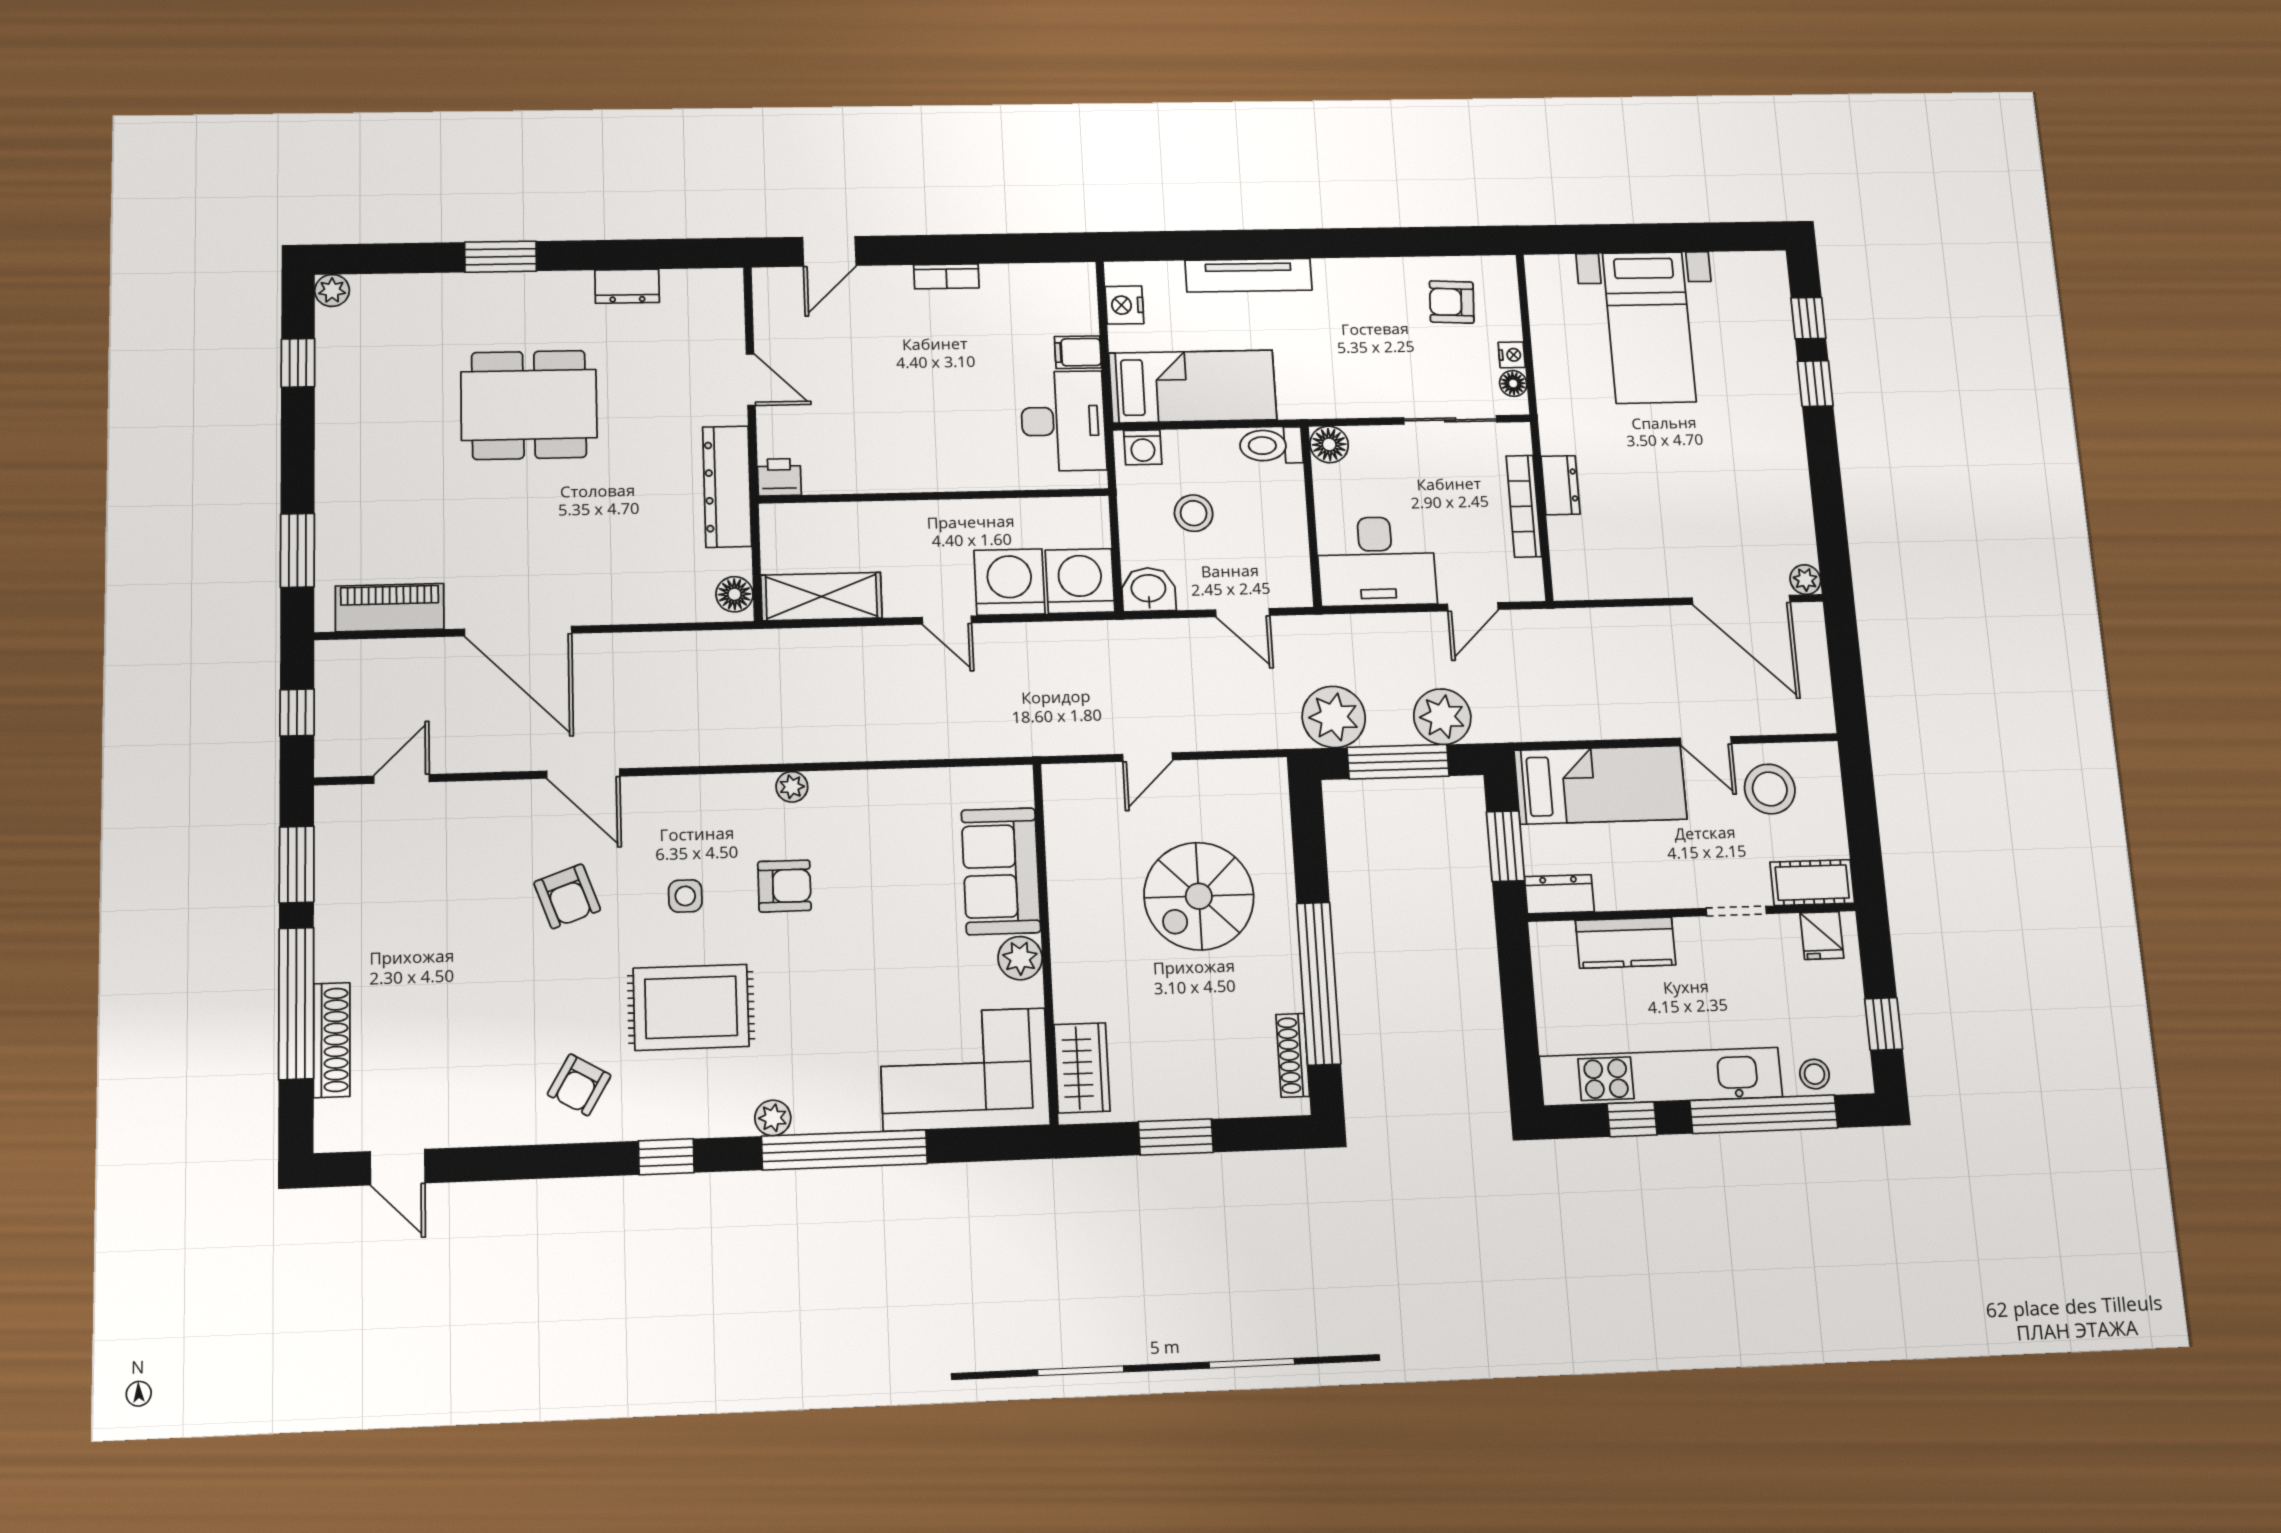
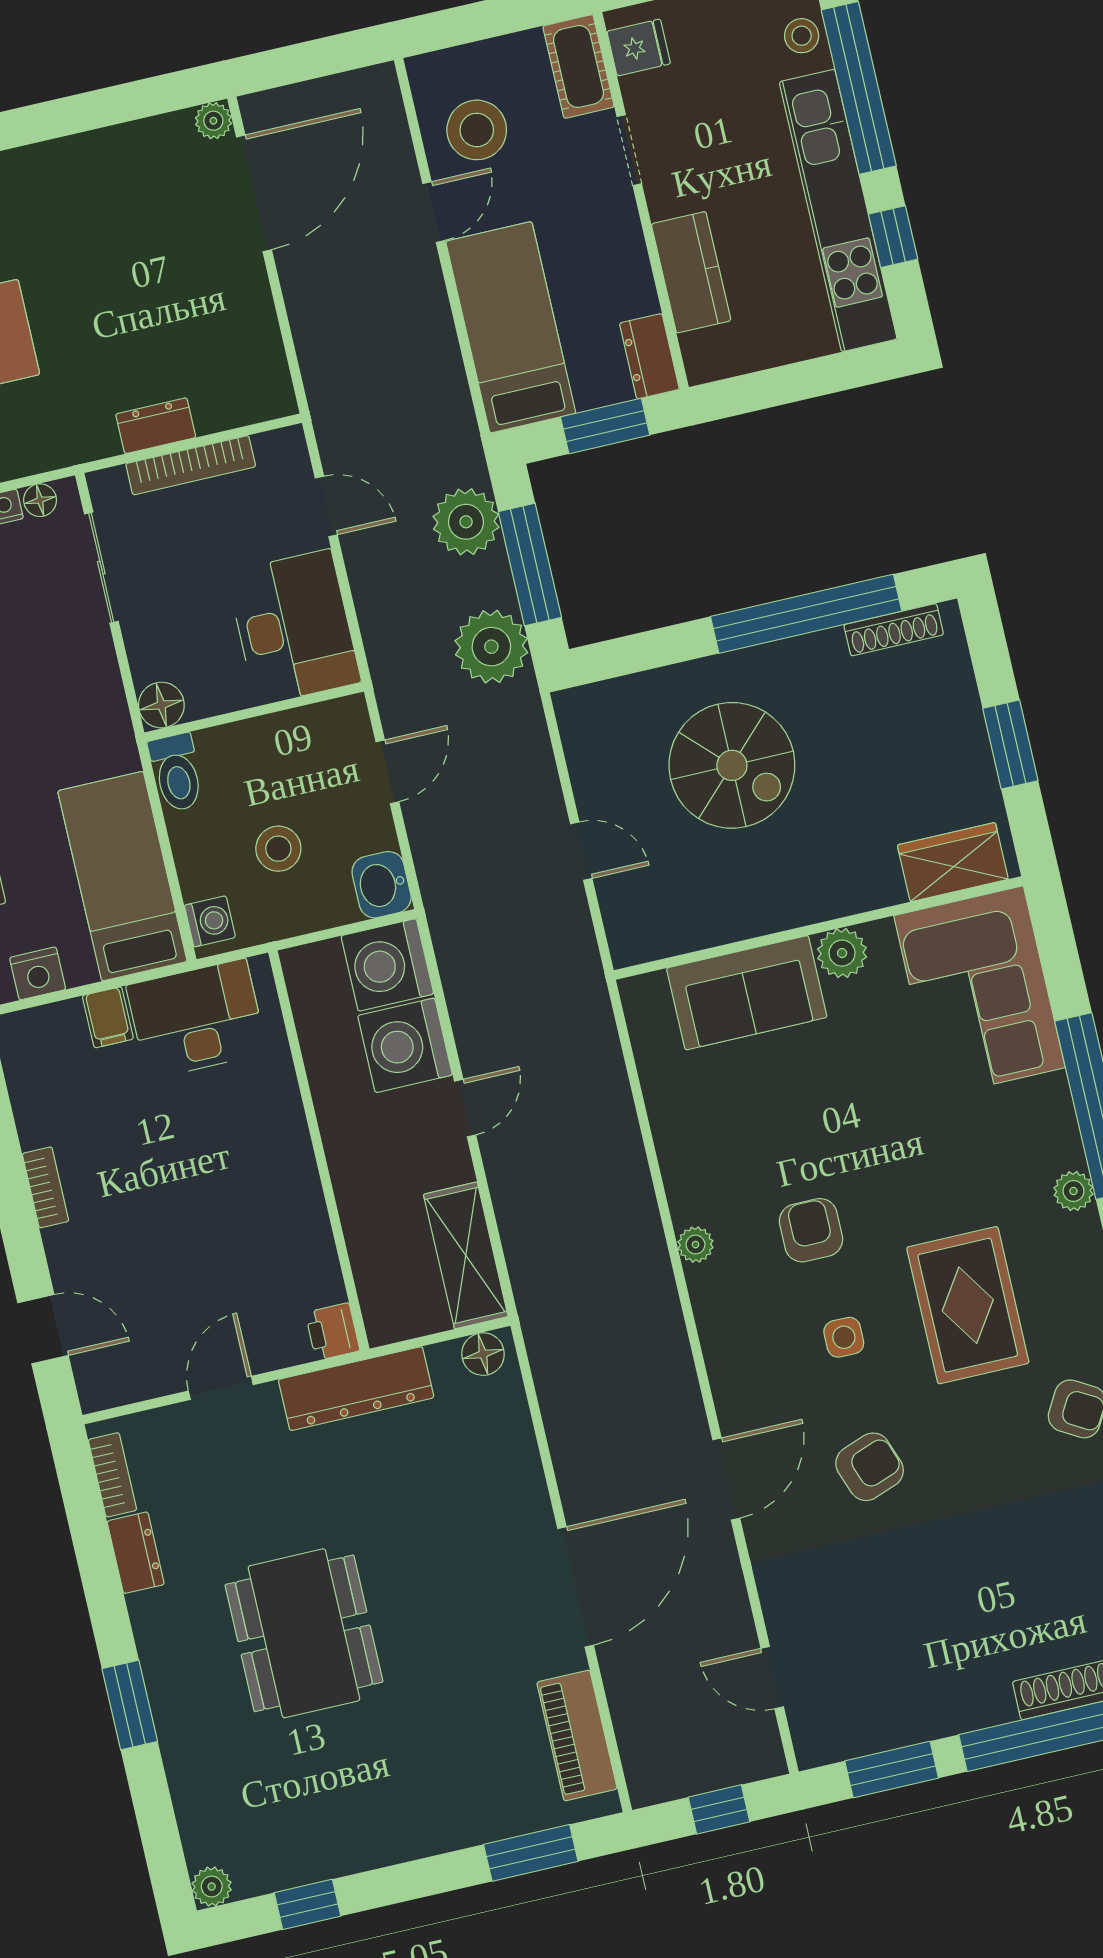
bookcase: (696, 281) -> (113, 1475), added

